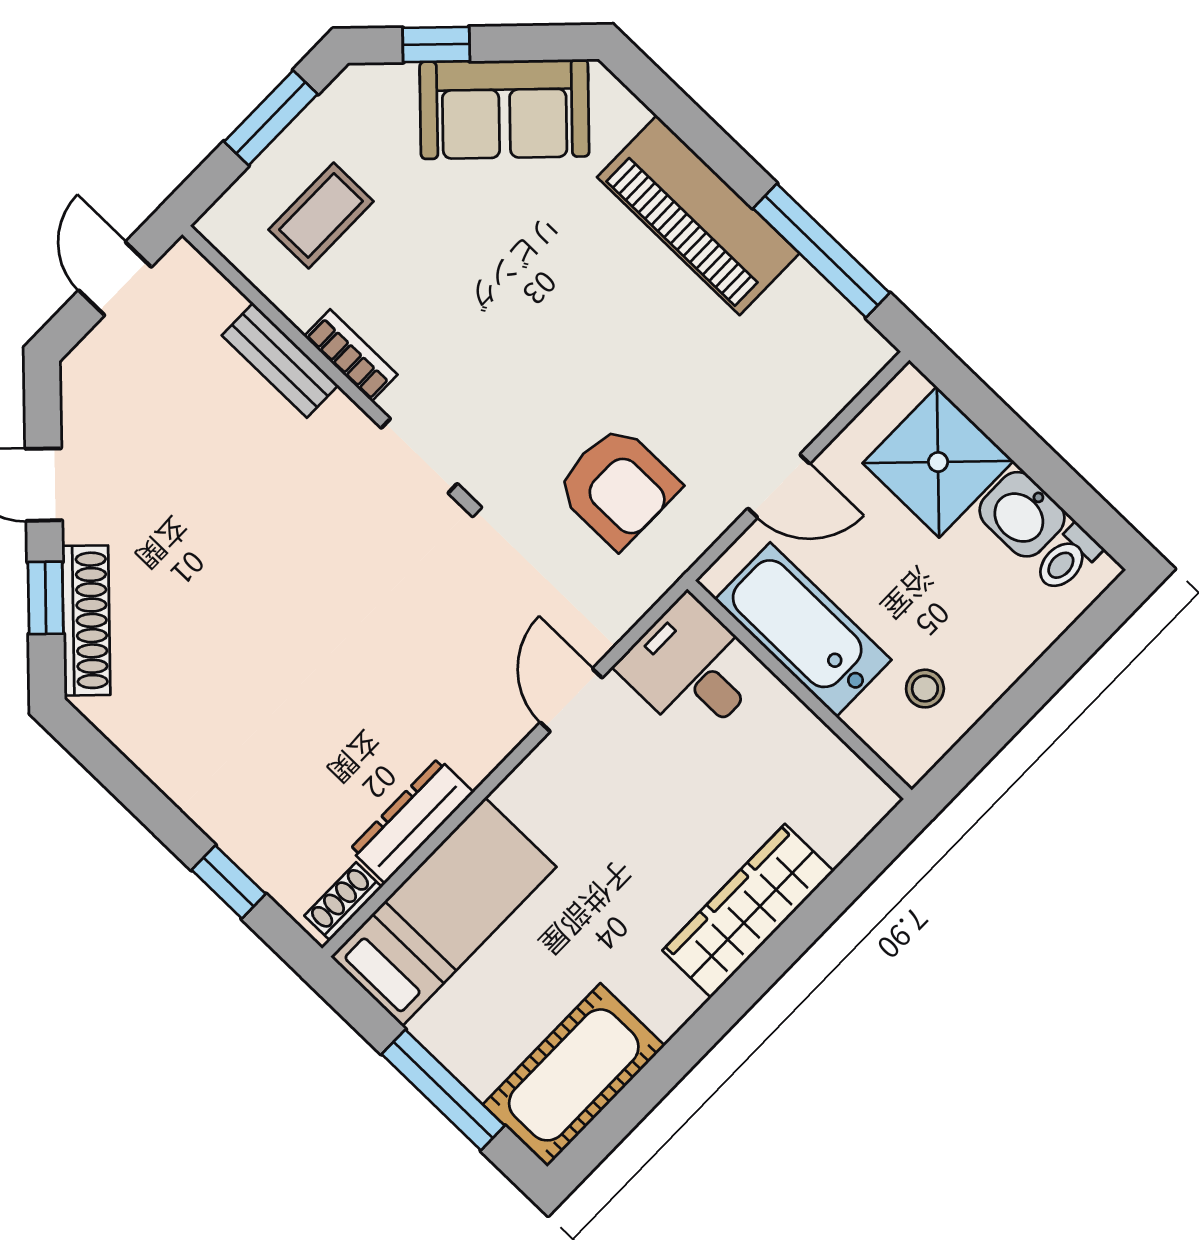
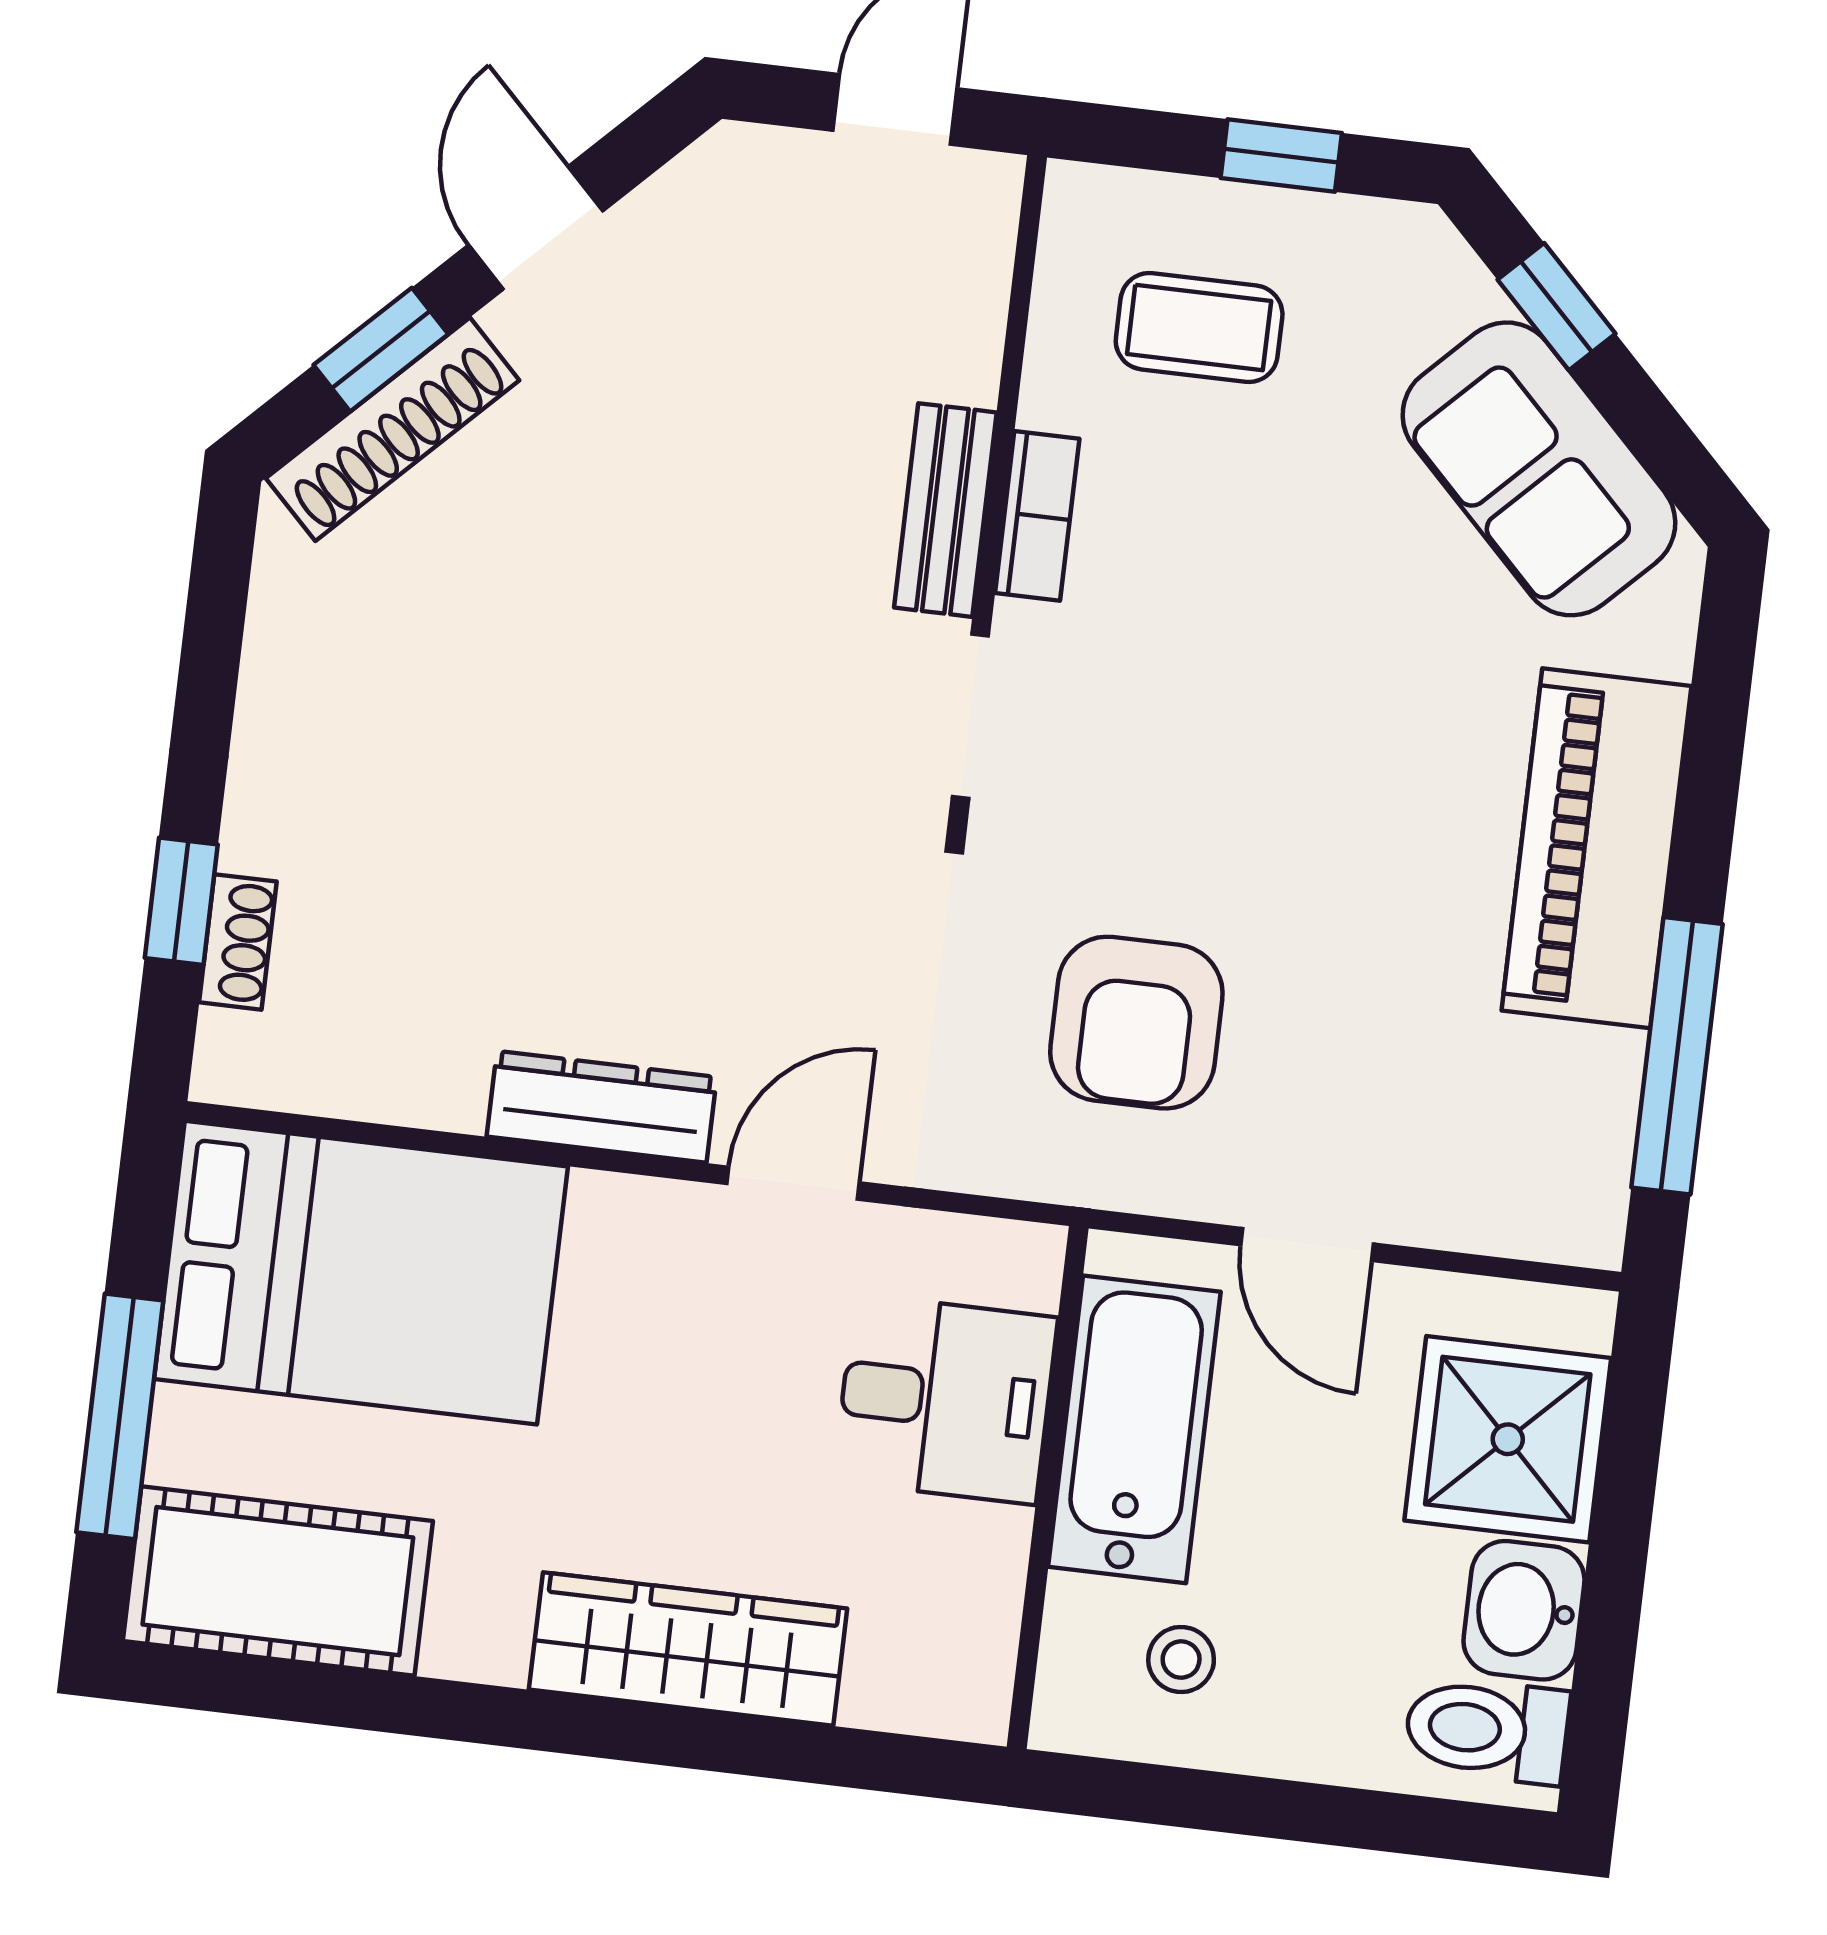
window: (271, 118) -> (1281, 156), width x0.67
bench: (280, 360) -> (945, 510), moved
toilet: (1067, 559) -> (1487, 1730), width x1.37, depth x1.39
desk: (692, 669) -> (945, 1399), moved, turned 90
dresser: (412, 821) -> (602, 1107), moved
shoe rack: (343, 901) -> (238, 942), moved, turned 90
bed: (444, 912) -> (361, 1273), width x1.50

